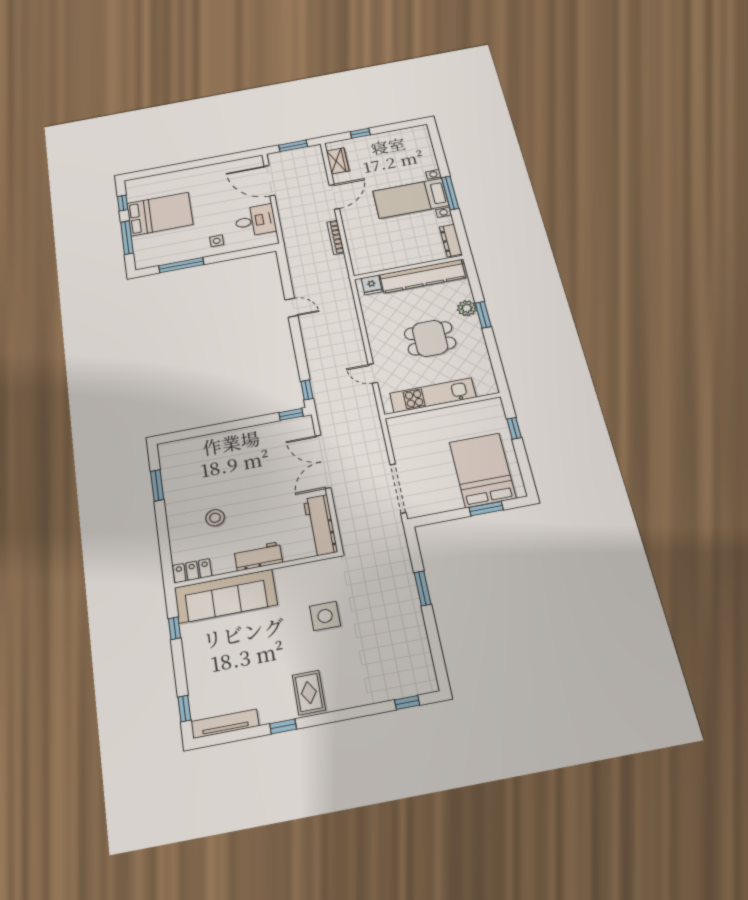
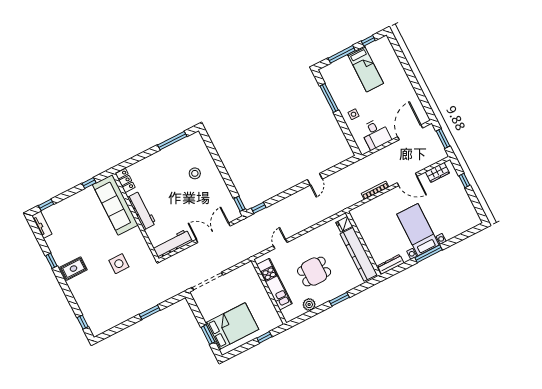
bed: (160, 214) -> (366, 69), width x0.67
plant: (467, 308) -> (309, 305), moved
dining table: (430, 338) -> (314, 272), turned 90
window: (157, 485) -> (172, 141), width x1.44
stool: (215, 518) -> (195, 173), moved
workbench: (258, 556) -> (142, 210), width x1.37
tv unit: (225, 724) -> (42, 225), width x0.71

